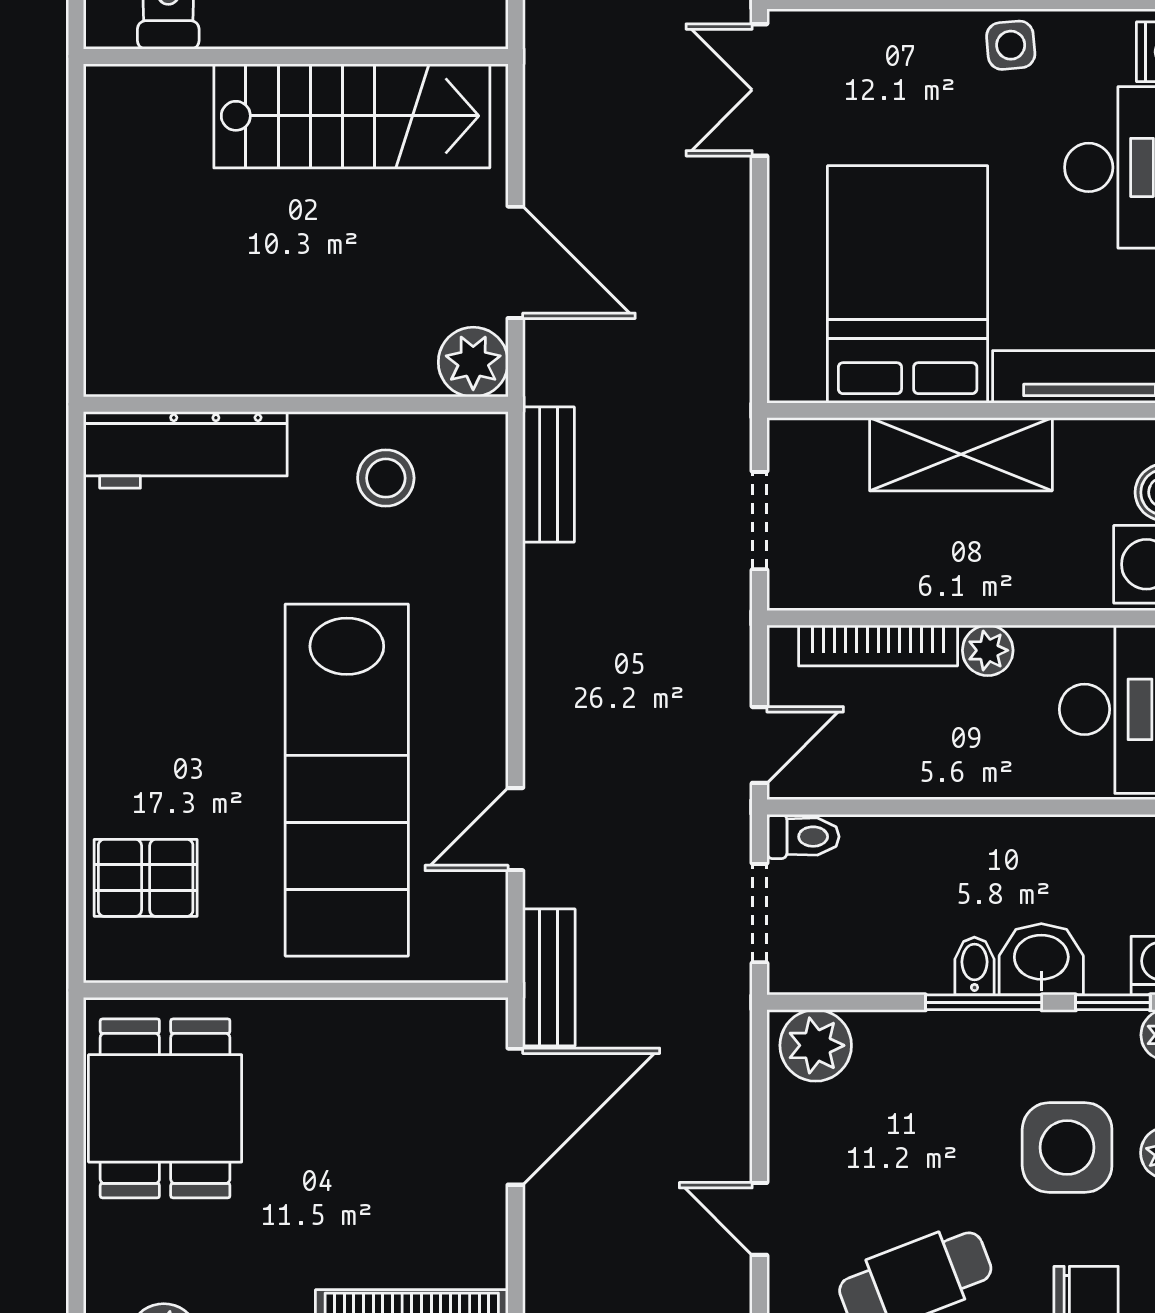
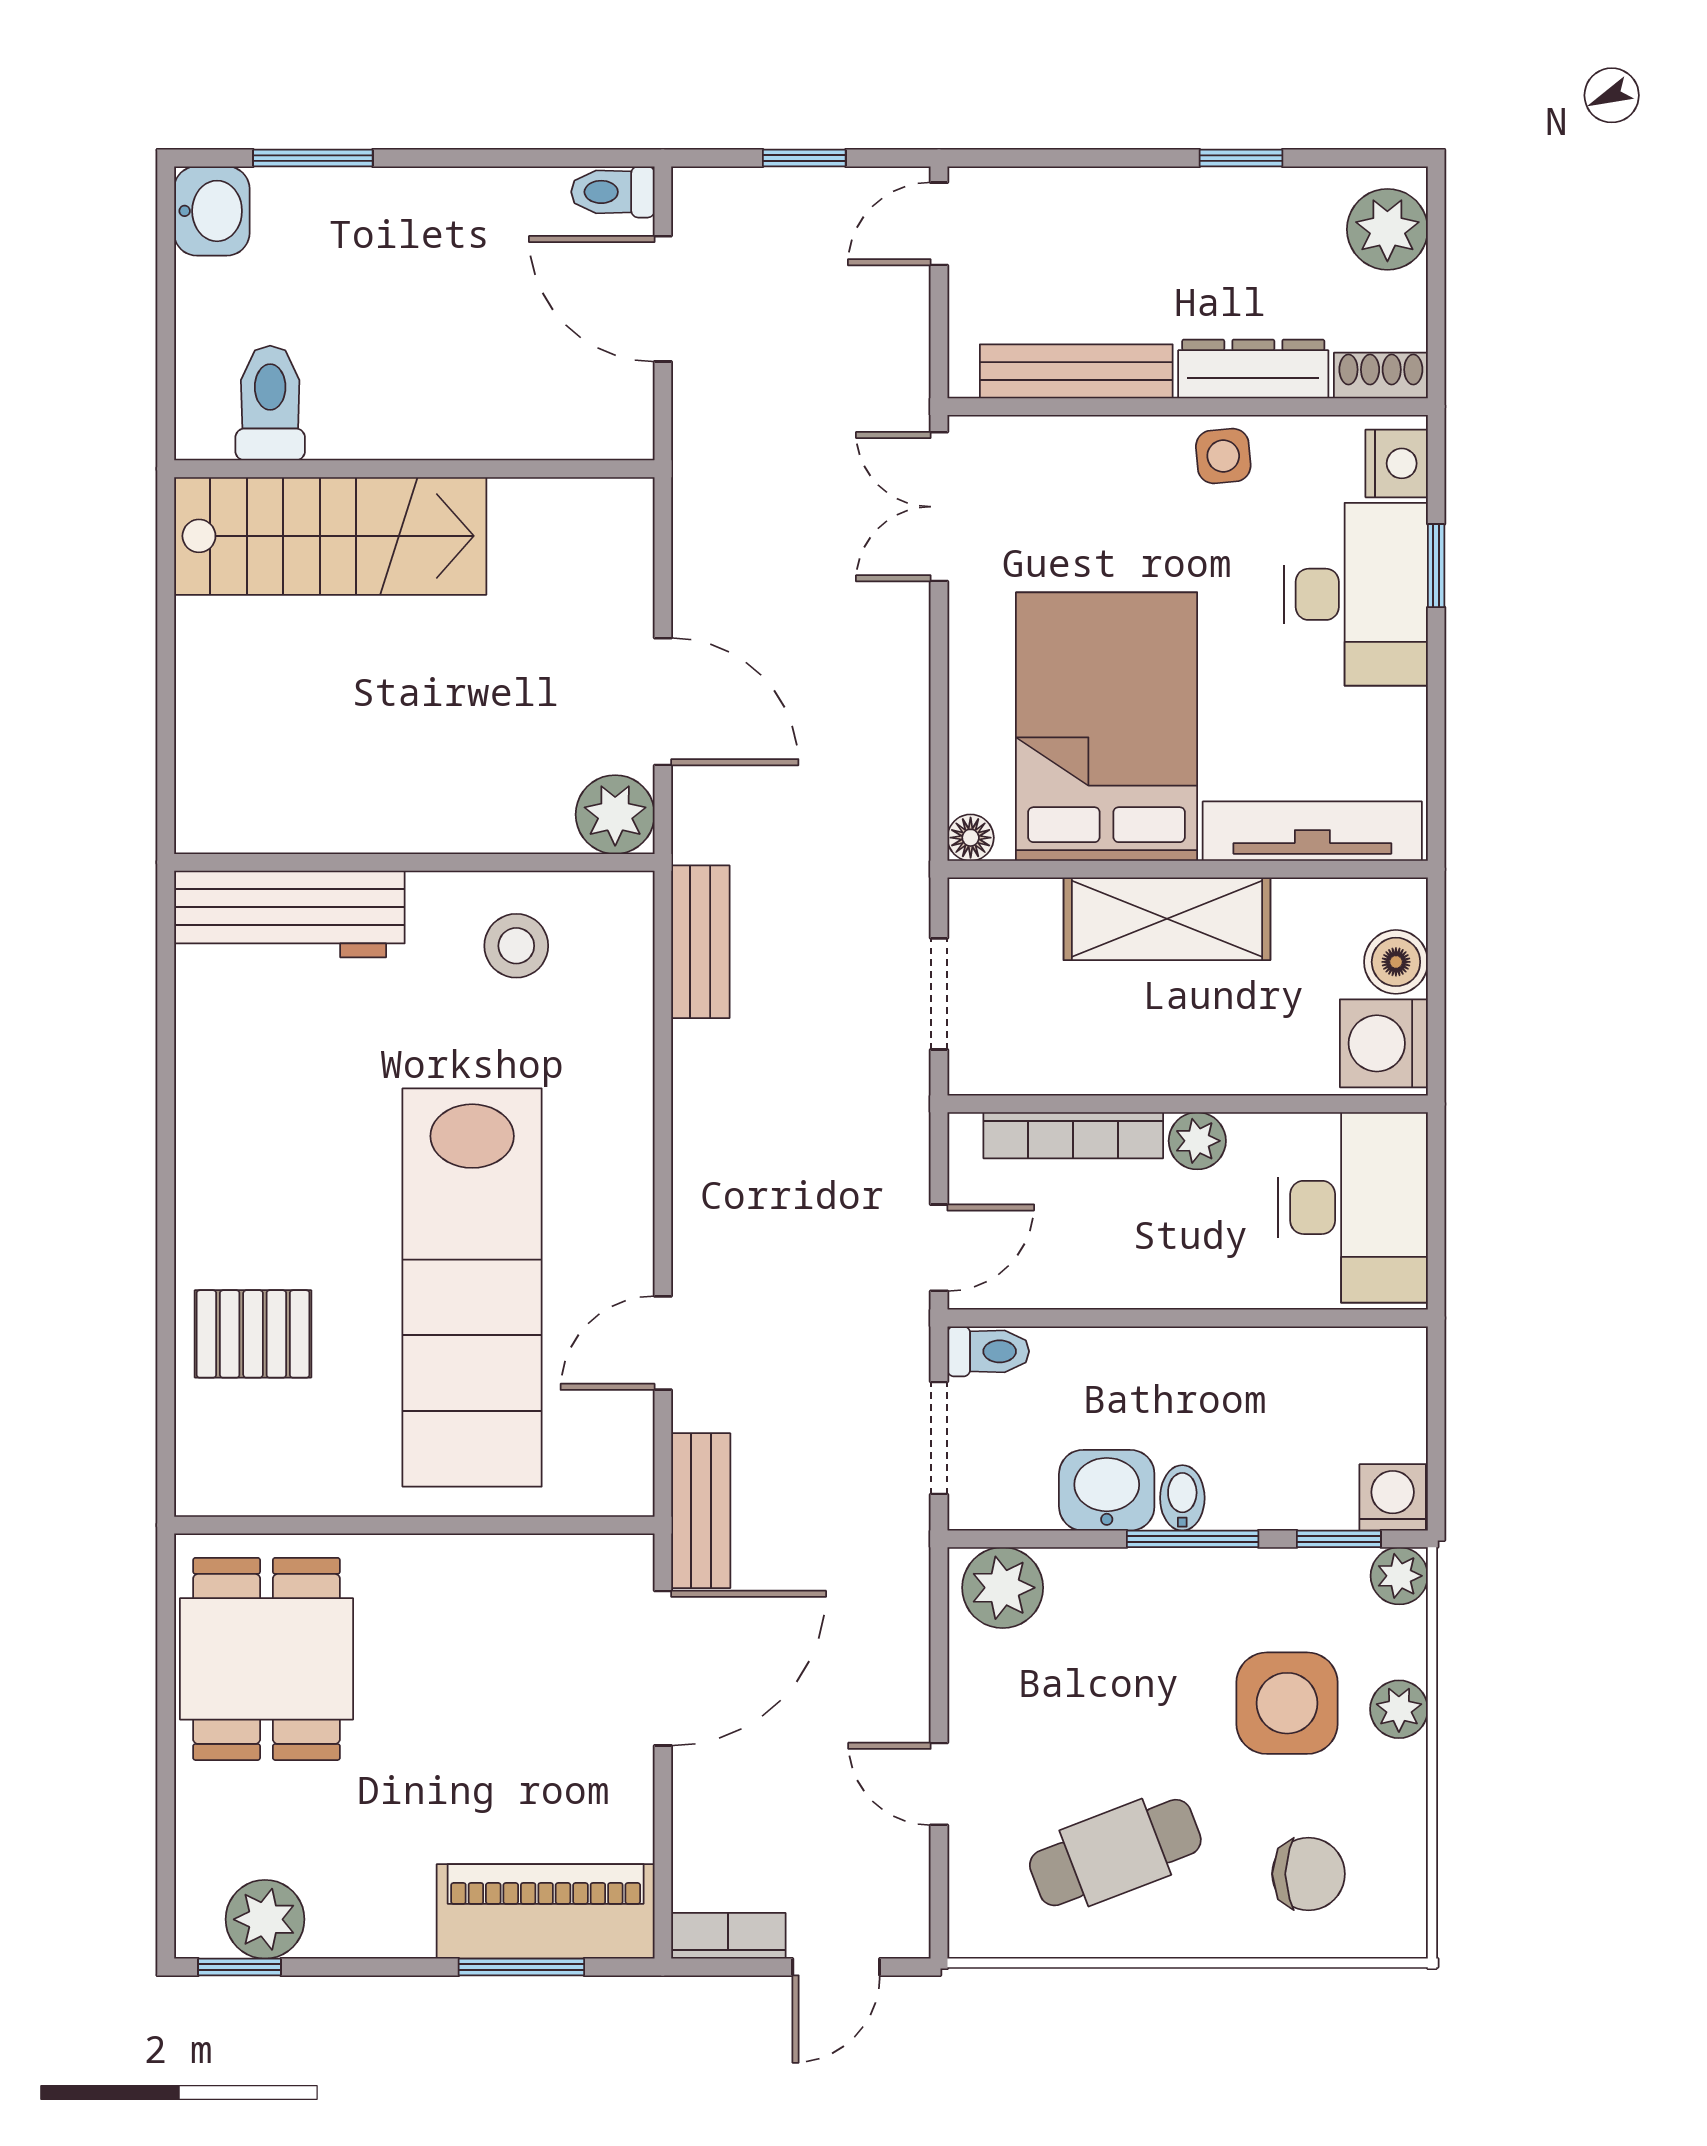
stairs: (352, 116) -> (330, 536), moved
floor lamp: (787, 383) -> (971, 838), added
pallet: (146, 878) -> (253, 1334), moved
washbasin: (1041, 959) -> (1107, 1490), moved

